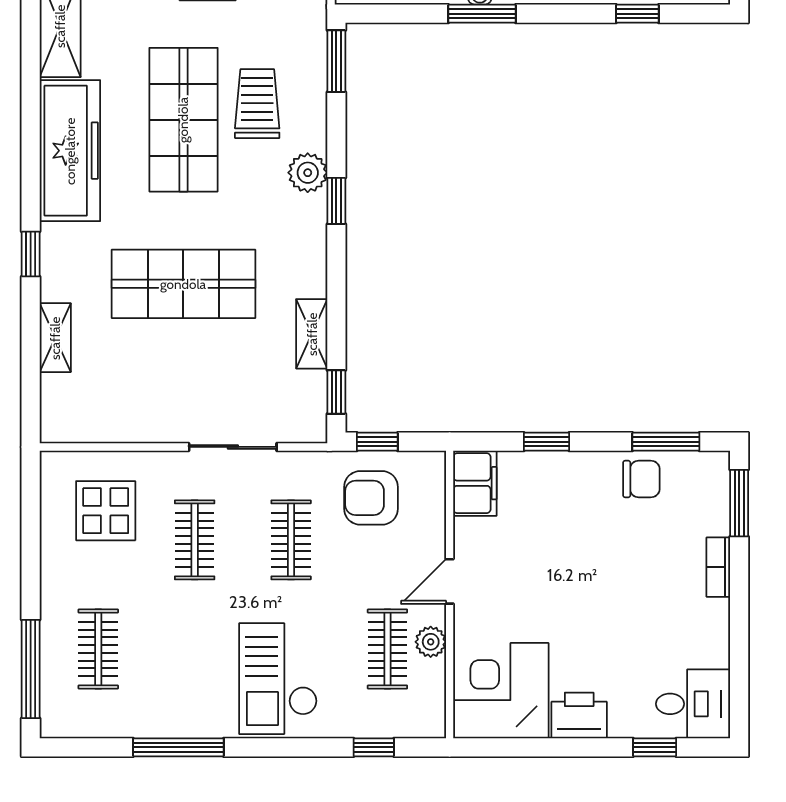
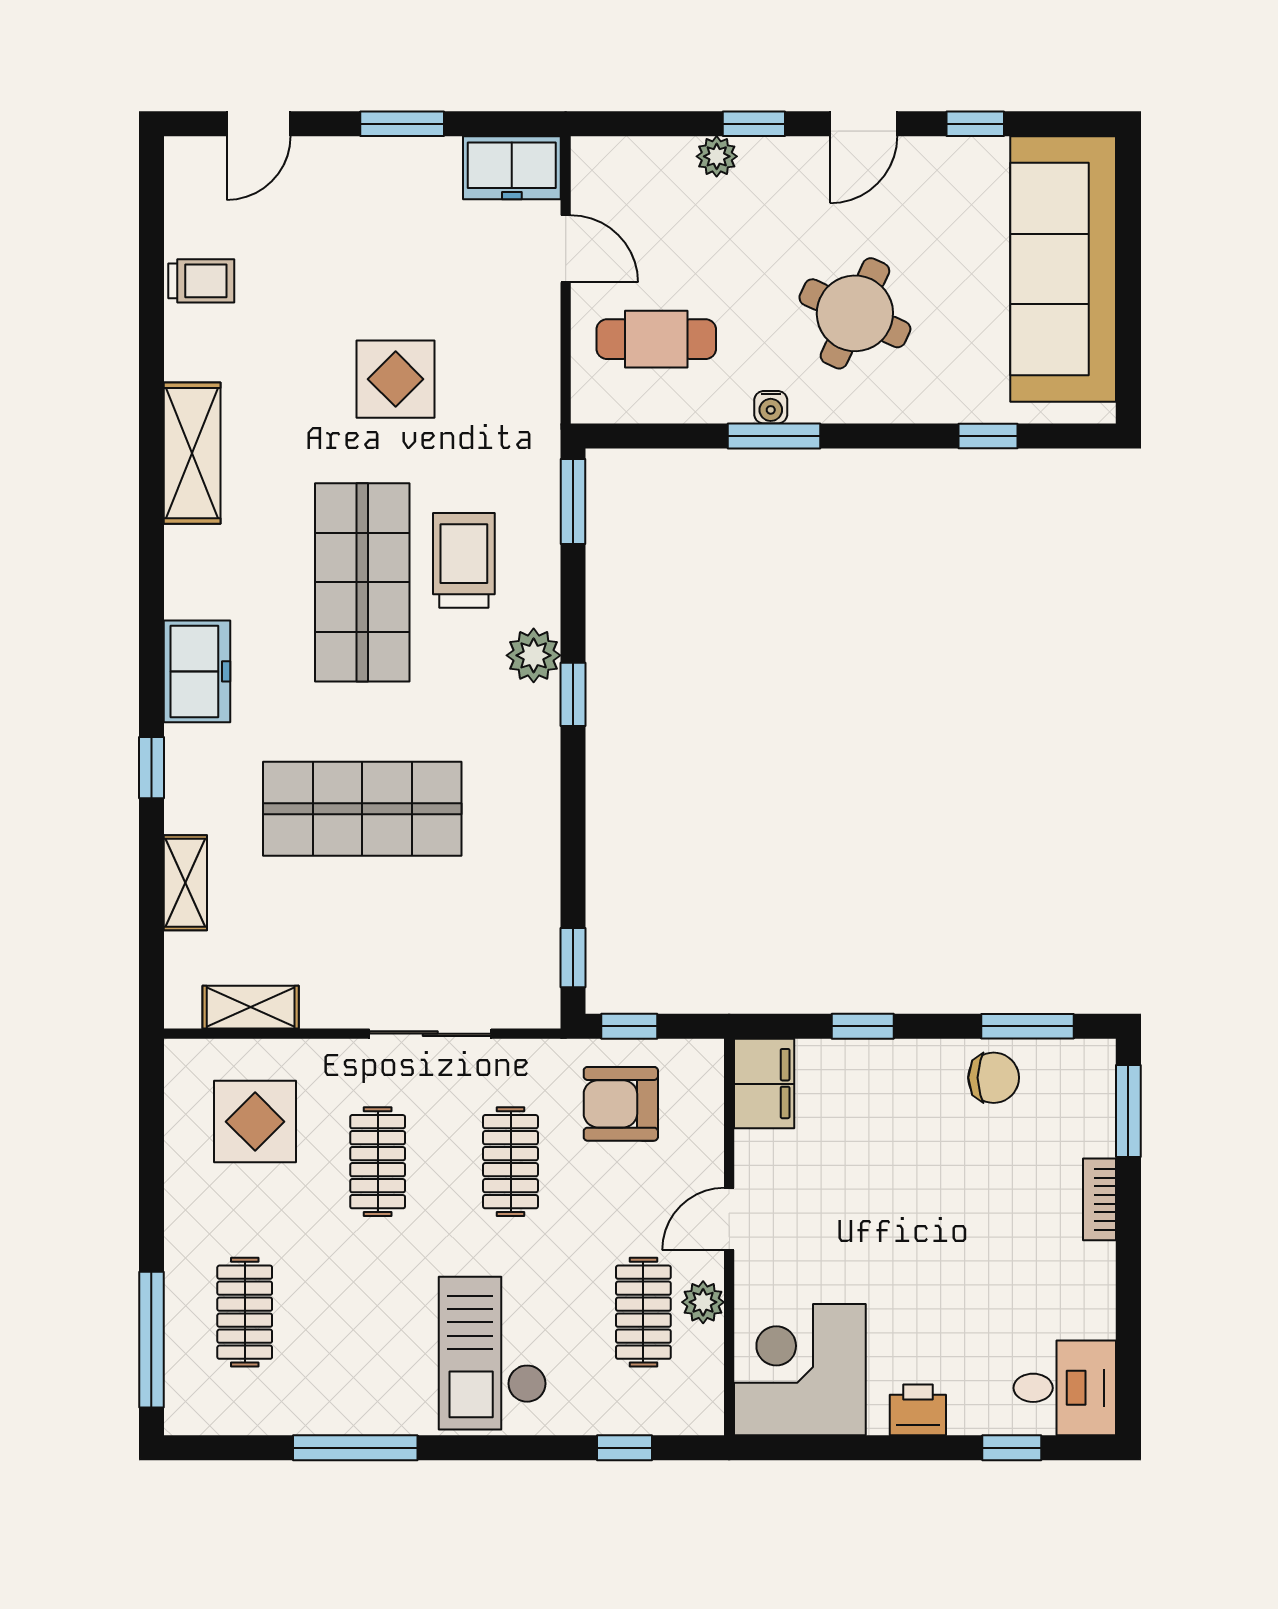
freezer: (70, 151) -> (197, 671), width x0.52, depth x0.79
shelving: (312, 334) -> (251, 1007), moved, turned 90
printer: (579, 715) -> (918, 1410), width x0.73, depth x0.81

